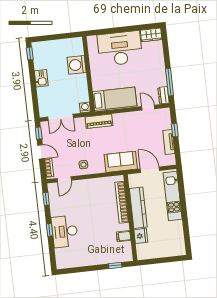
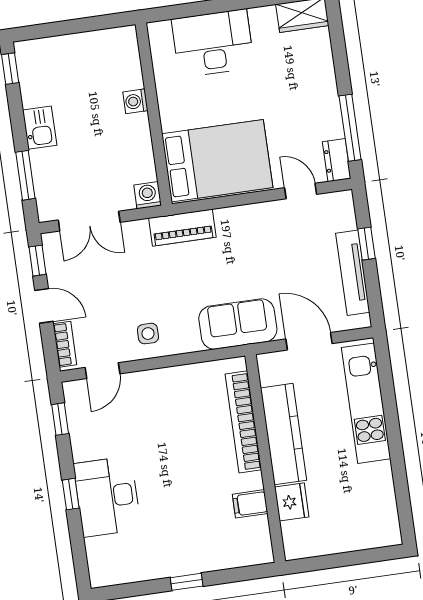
desk: (120, 48) -> (213, 43), width x0.73, depth x0.77
washing machine: (77, 65) -> (135, 101), width x0.53, depth x0.53
window: (35, 98) -> (25, 175), added
bed: (115, 99) -> (217, 161), width x1.50
tv unit: (169, 142) -> (353, 273), width x1.41
window: (115, 266) -> (187, 582), moved

